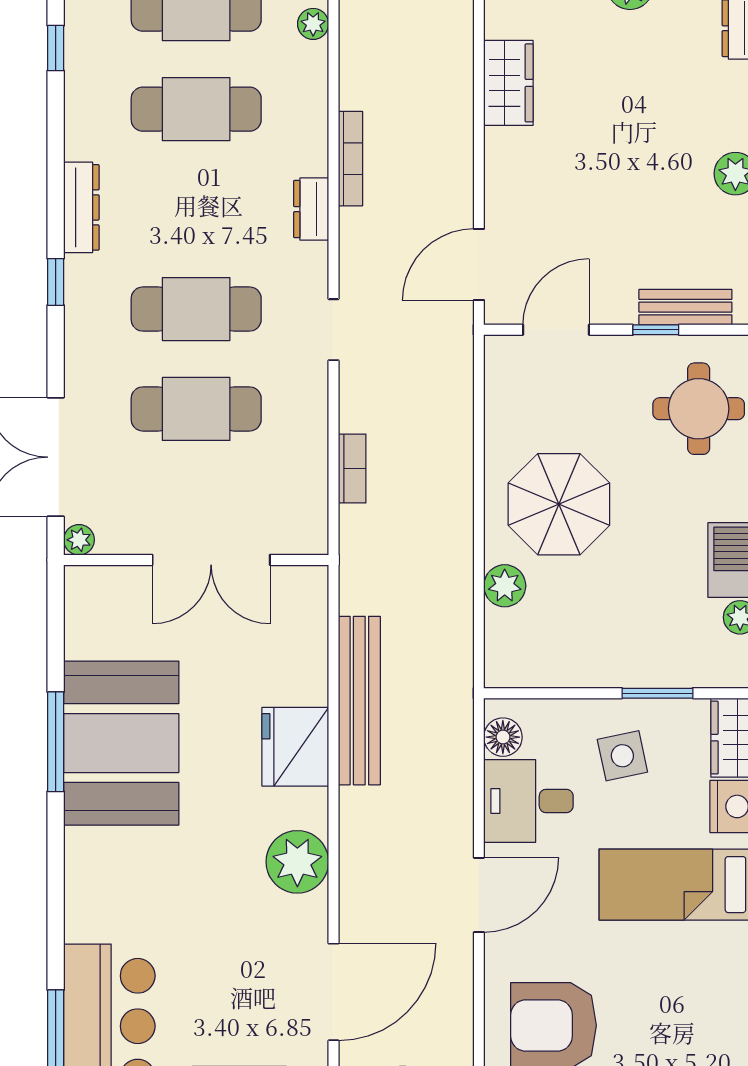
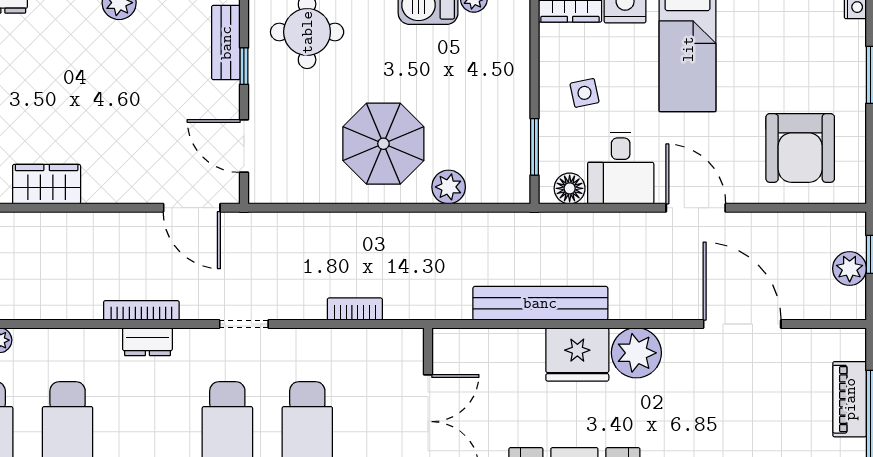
bookcase: (350, 159) -> (141, 310), moved
window: (657, 693) -> (535, 147), moved
side table: (622, 756) -> (585, 93), width x0.73, depth x0.73
plant: (297, 862) -> (636, 353), moved
door: (333, 992) -> (742, 324), moved

